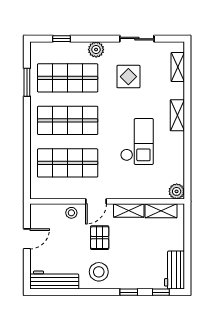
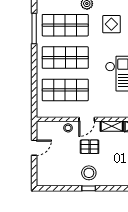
window: (27, 82) -> (34, 28), width x1.44
pallet: (100, 238) -> (90, 147), turned 90
workbench: (54, 280) -> (55, 179), removed
window: (129, 292) -> (89, 188), moved

